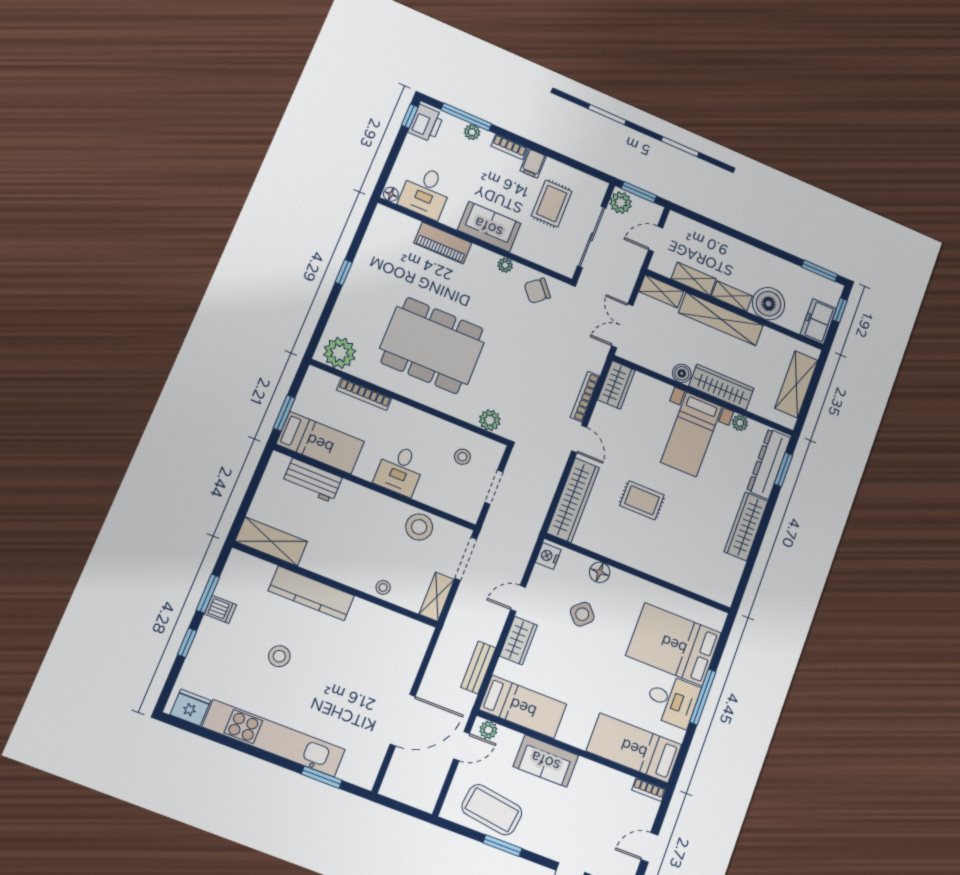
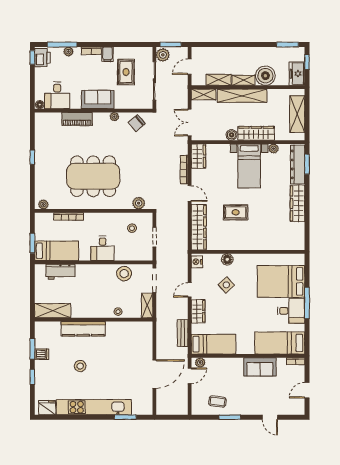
plant: (340, 353) -> (43, 204), width x0.53, depth x0.53
sofa: (546, 761) -> (260, 367), moved
coffee table: (492, 810) -> (217, 401), width x0.54, depth x0.58

